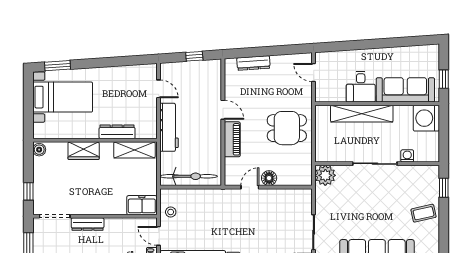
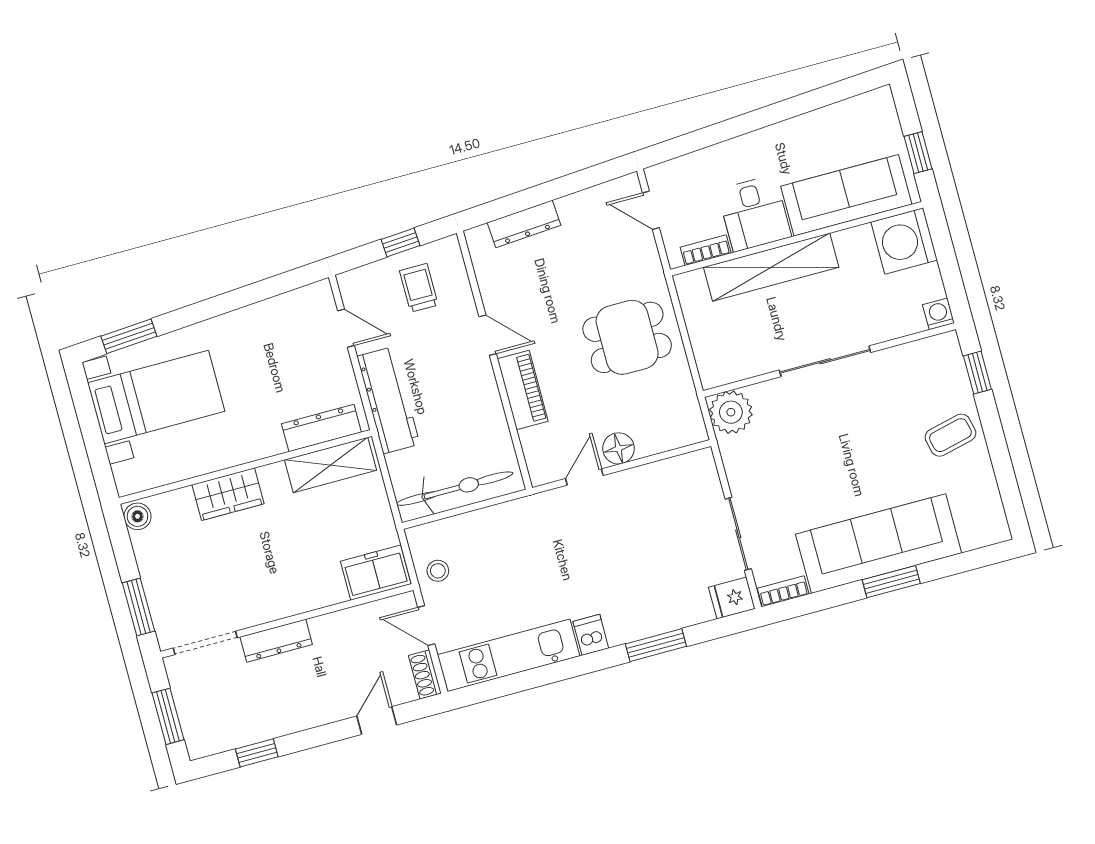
trolley: (197, 79) -> (419, 288), added
bookcase: (334, 98) -> (706, 250), added
dresser: (117, 132) -> (321, 428), moved
washing machine: (407, 156) -> (938, 314), moved
window: (28, 191) -> (139, 607), width x1.50

